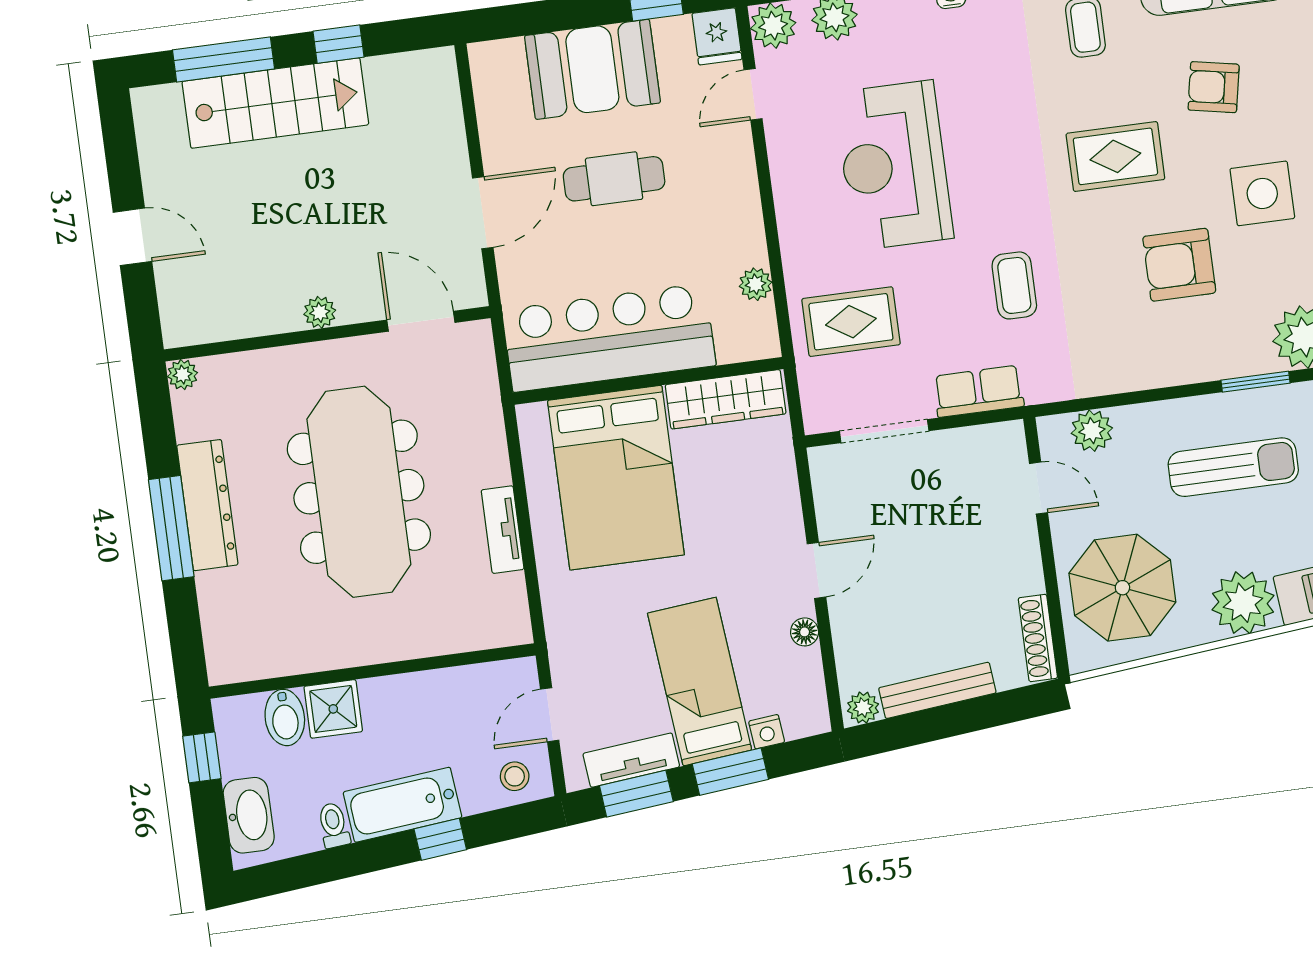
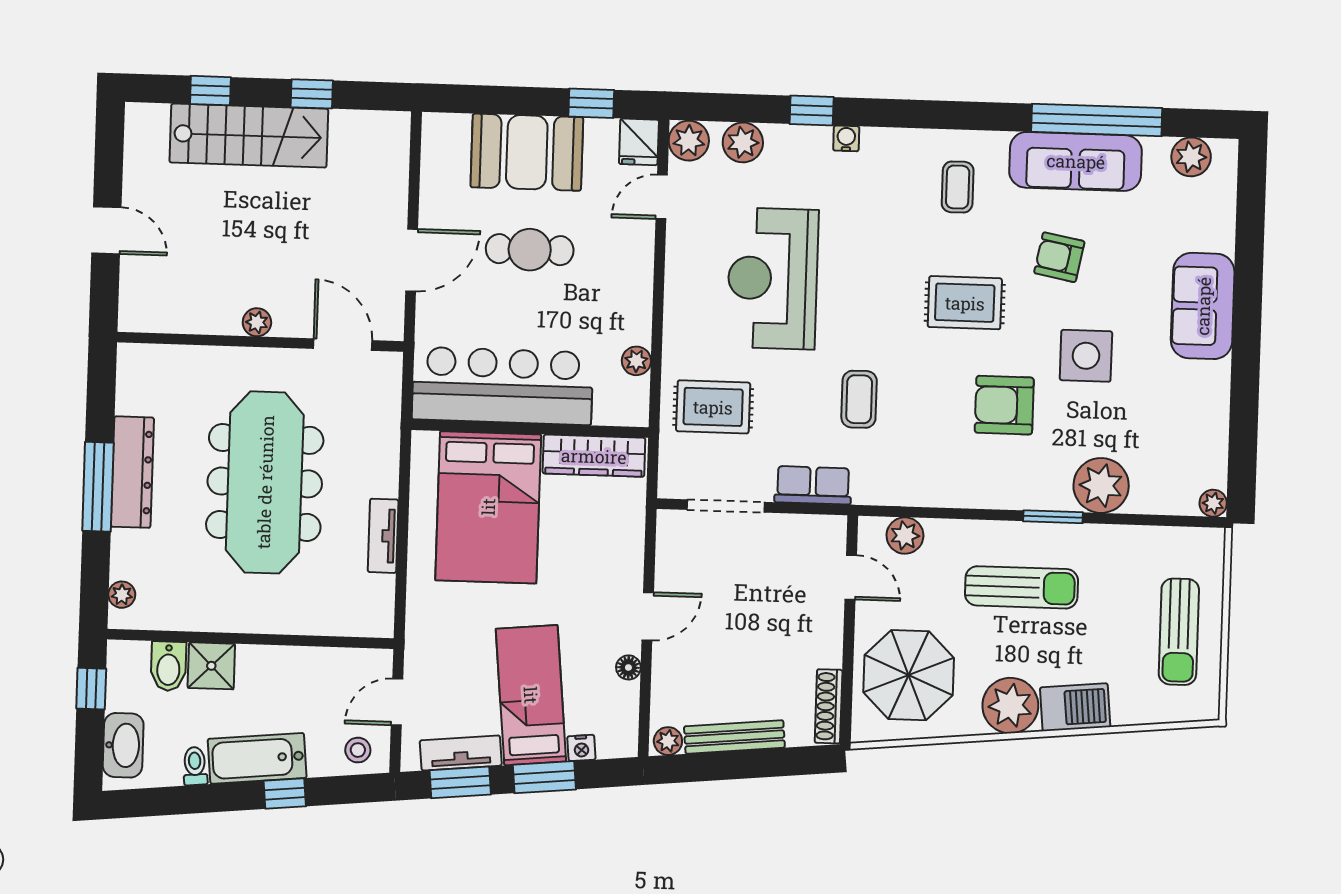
window: (223, 59) -> (210, 91), width x0.46
plant: (183, 375) -> (122, 595), moved

